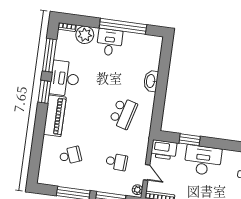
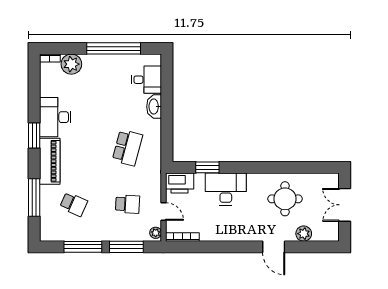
desk: (109, 42) -> (147, 80), moved, turned 90
window: (49, 55) -> (34, 197), moved
school desk: (70, 155) -> (74, 204), turned 45

